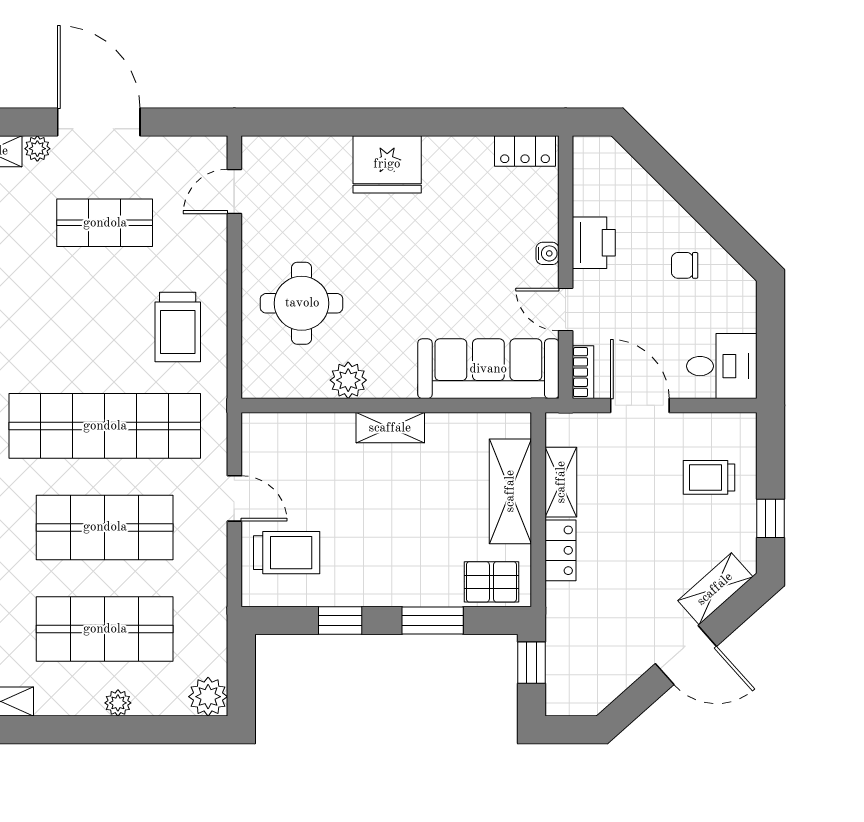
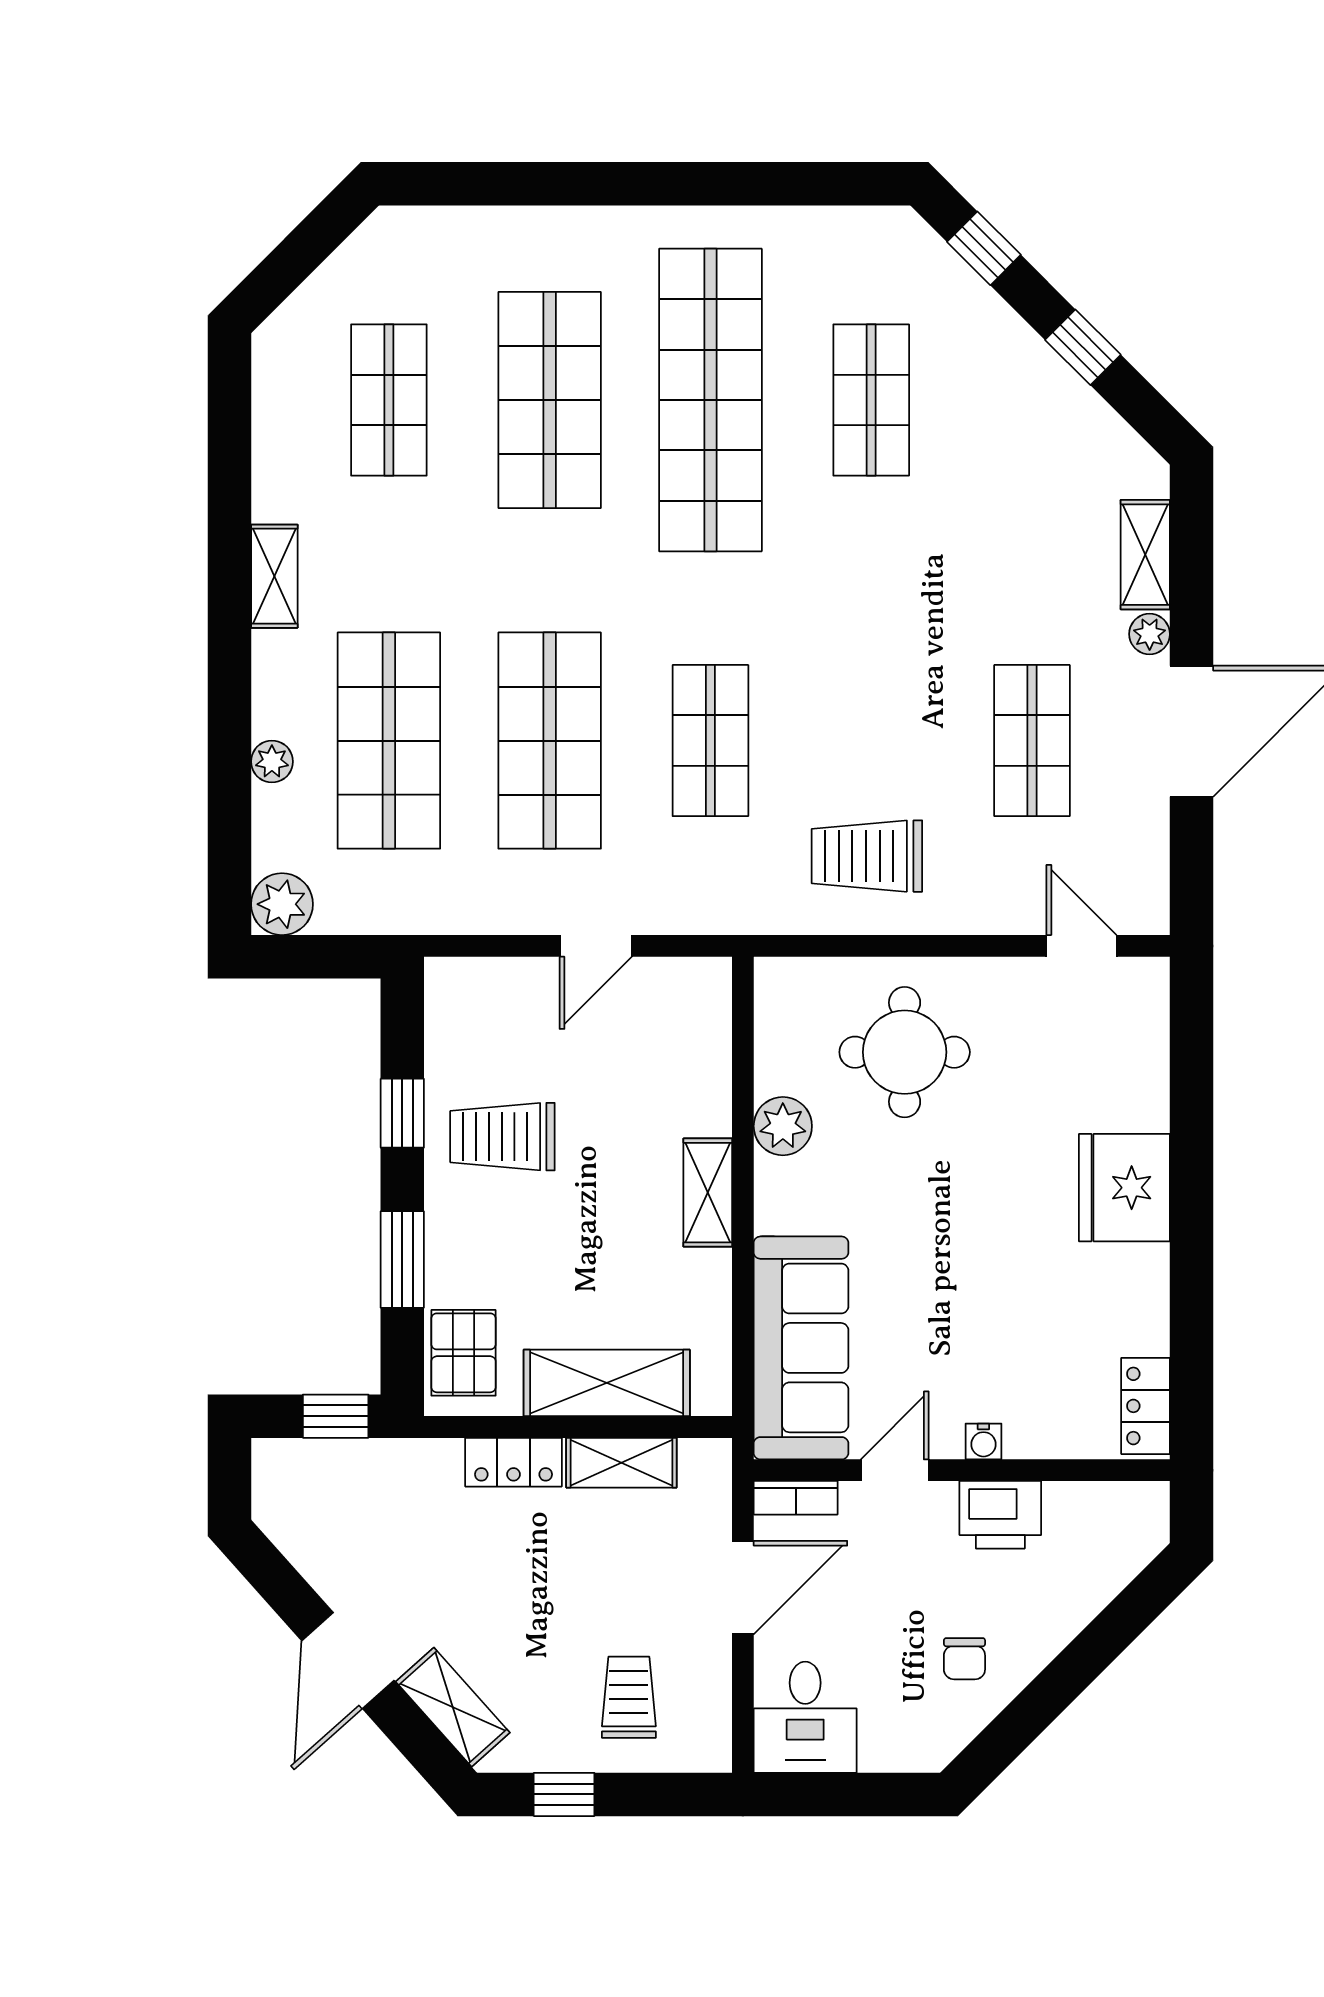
chair: (685, 265) -> (964, 1659), turned 180
shop shelf: (105, 426) -> (710, 741), width x0.50, depth x0.74
trolley: (287, 553) -> (502, 1137), moved, turned 90

